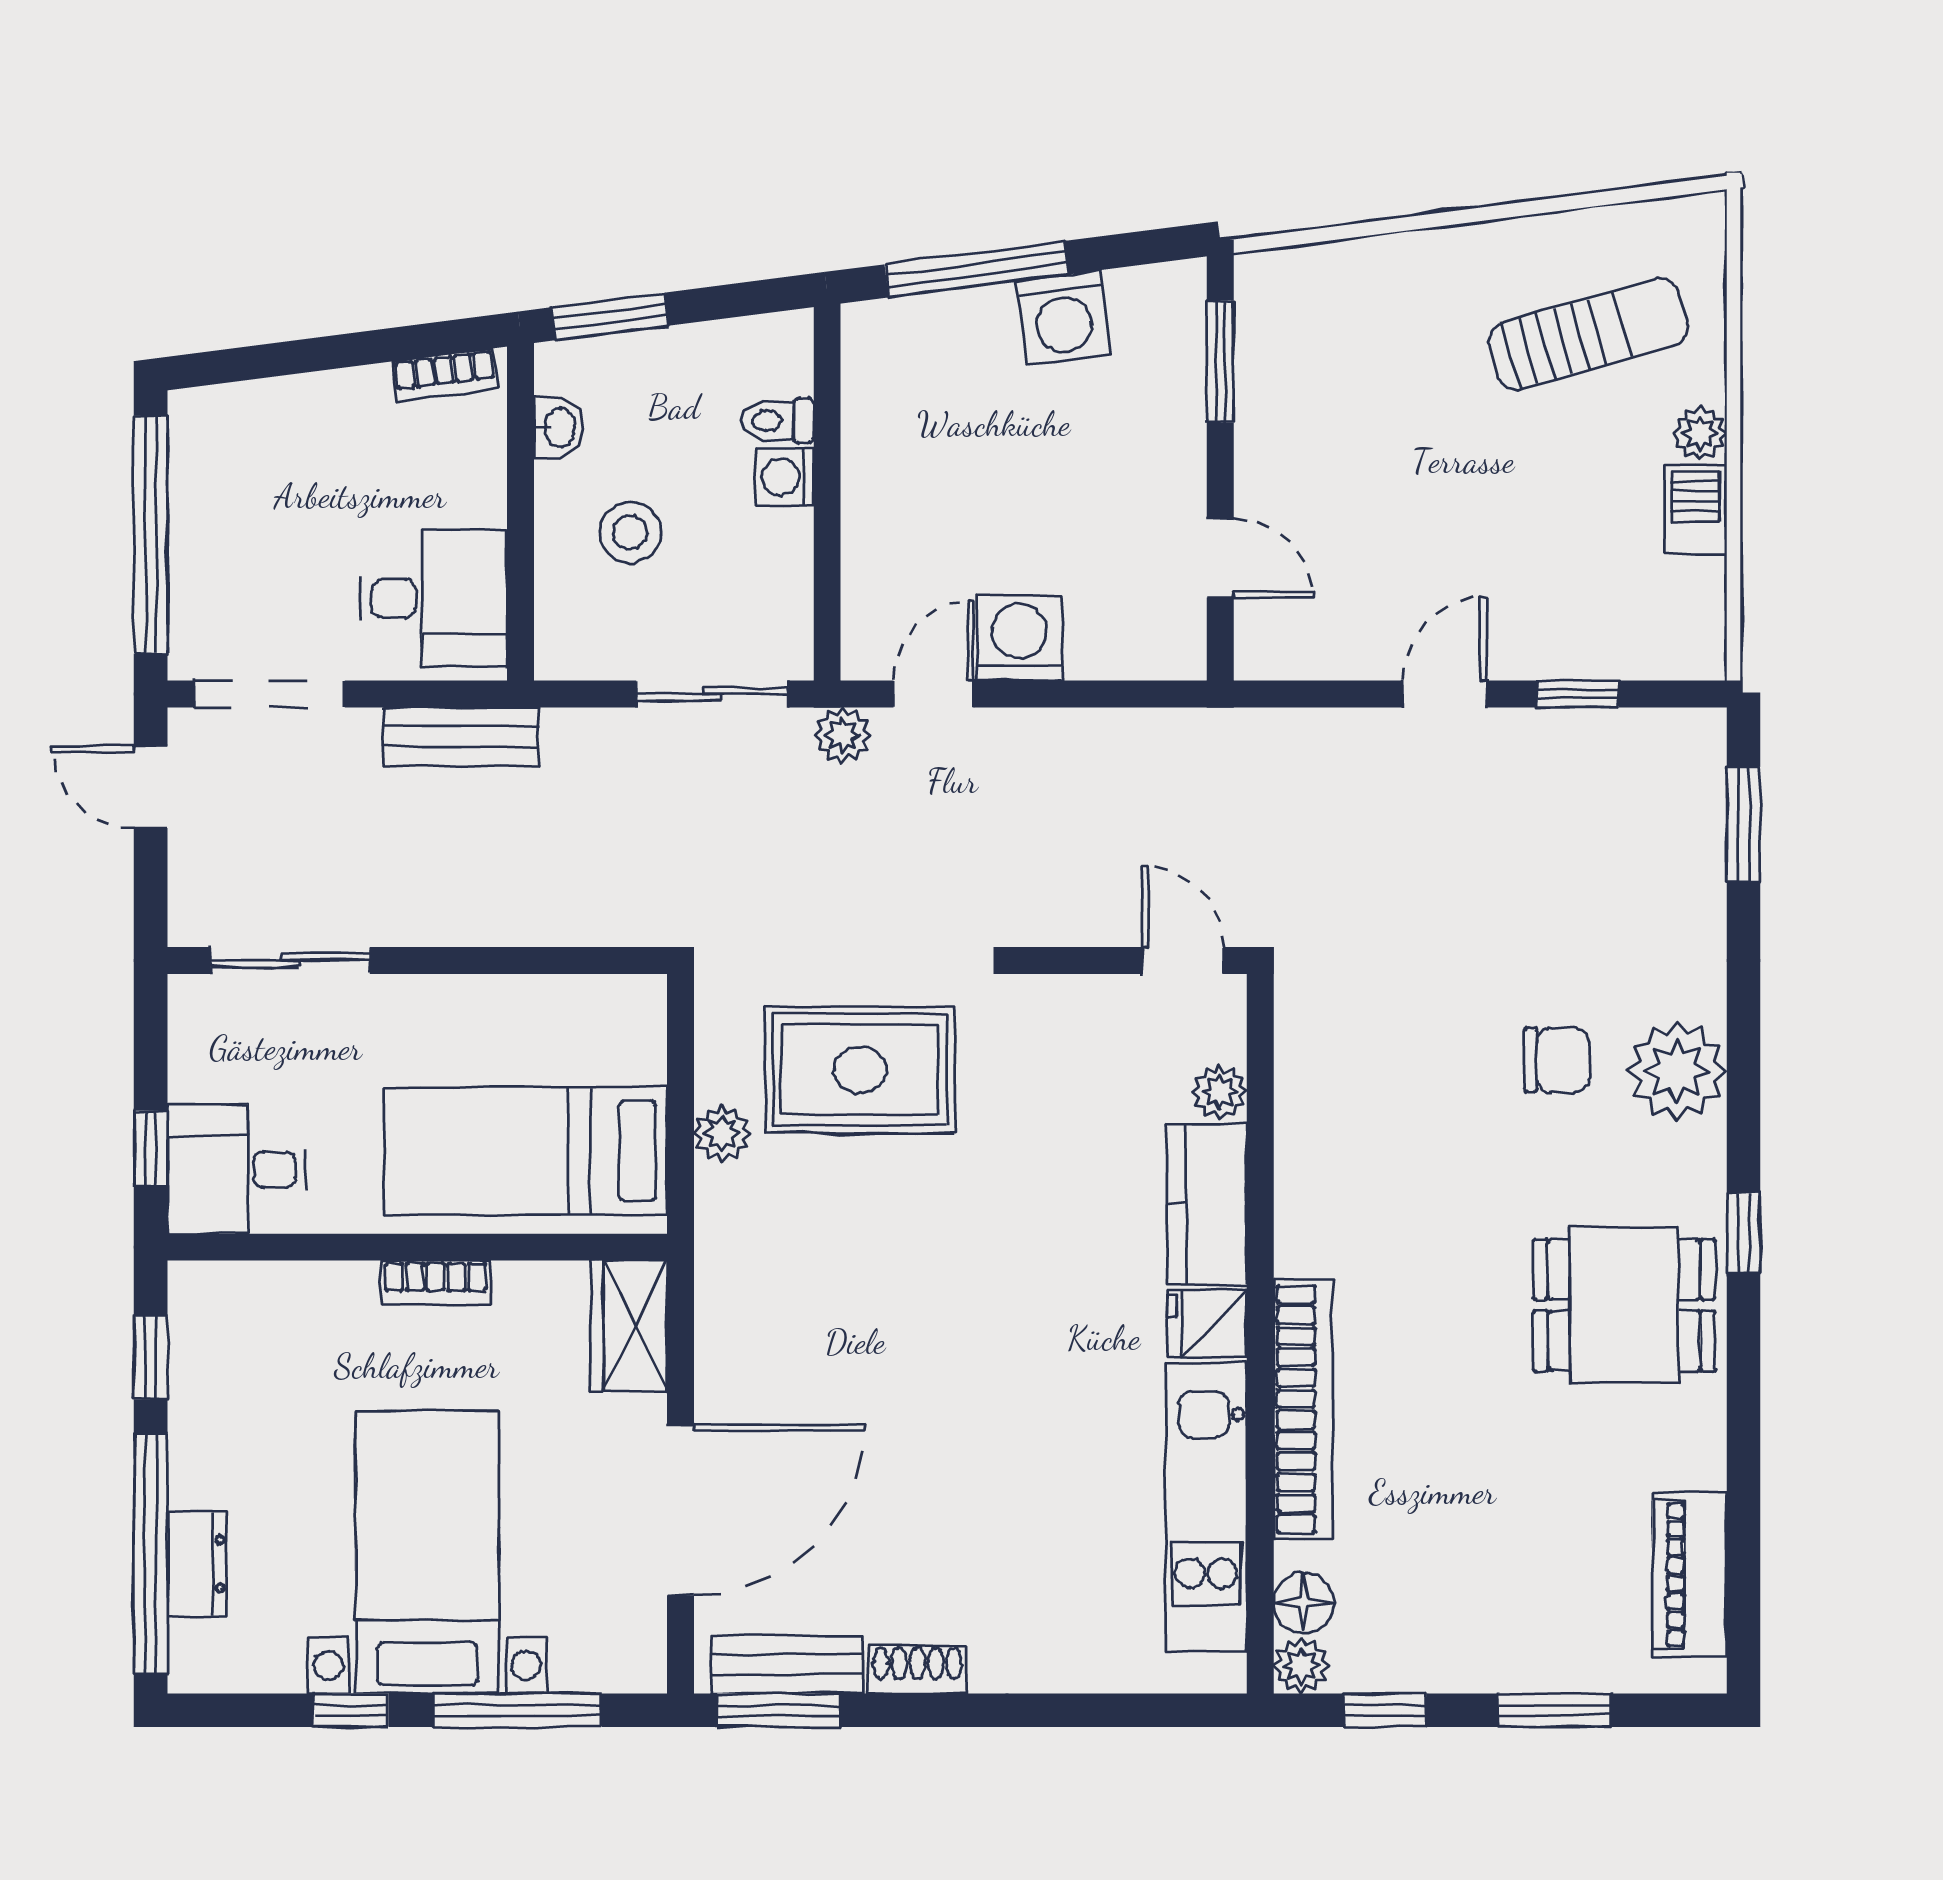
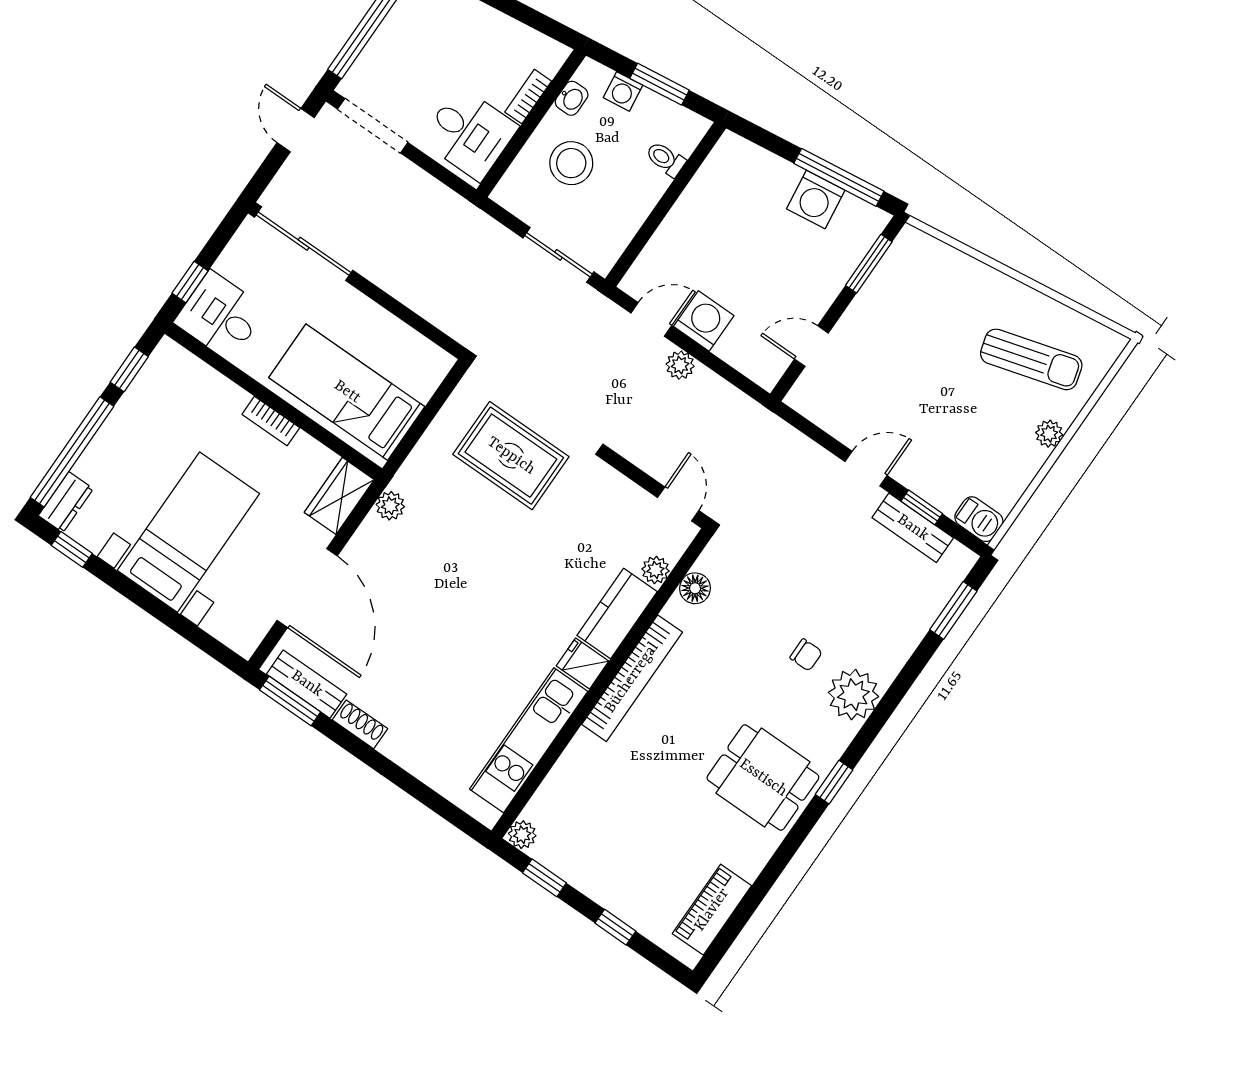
window: (977, 269) -> (839, 177), moved
window: (610, 316) -> (660, 84), moved
bookcase: (445, 375) -> (528, 97), moved, turned 97
washing machine: (785, 477) -> (623, 91), moved, turned -97
barbecue: (1695, 510) -> (979, 519), moved, turned 90
stool: (630, 532) -> (571, 163), width x1.38, depth x1.38
door: (1220, 558) -> (811, 346), swing flipped
plant: (843, 735) -> (680, 365), moved
bench: (461, 737) -> (913, 528), moved
sliding door: (290, 961) -> (304, 244), width x1.37
chair: (1557, 1060) -> (806, 655), width x0.73, depth x0.73
plant: (722, 1133) -> (390, 506), moved
bookcase: (1303, 1409) -> (632, 678), moved
door: (680, 1510) -> (307, 588), hinge flipped
dresser: (197, 1564) -> (66, 502), moved
floor lamp: (1304, 1603) -> (695, 588), moved
window: (351, 1710) -> (72, 549), moved
window: (518, 1710) -> (180, 625), removed
window: (1554, 1710) -> (615, 927), width x0.67

